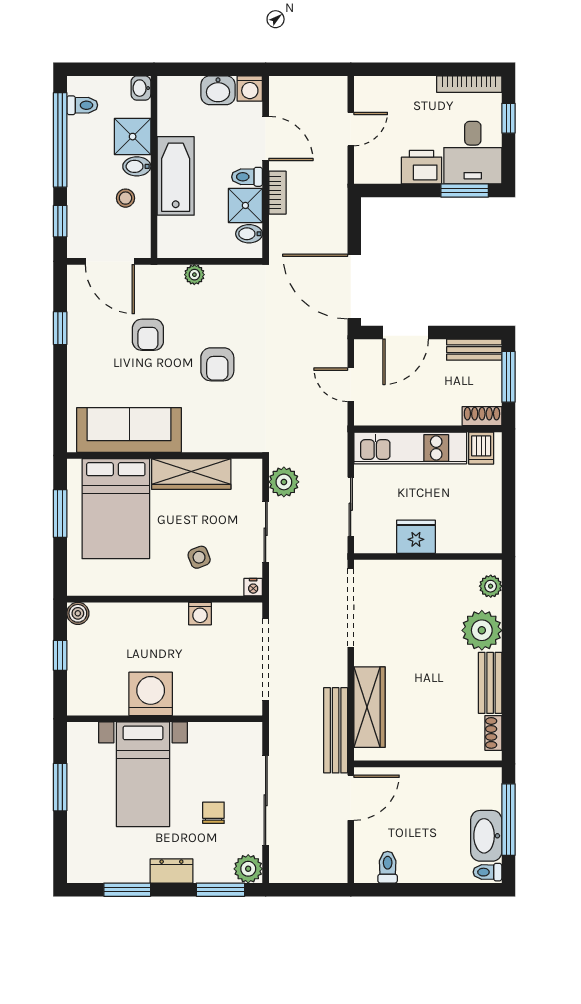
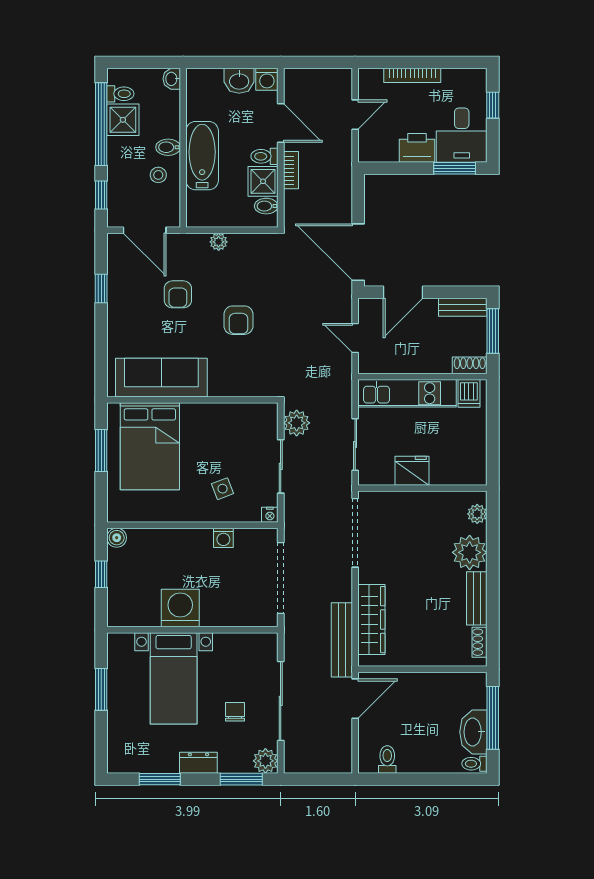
bookcase: (469, 84) -> (412, 75), moved
shower: (133, 137) -> (123, 120), moved
wardrobe: (191, 474) -> (216, 416), removed

